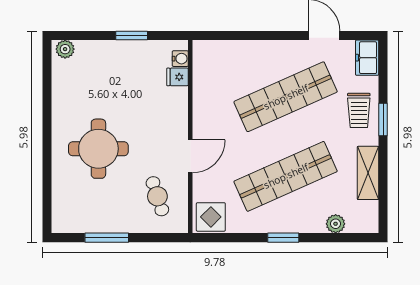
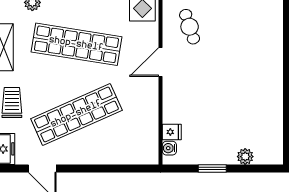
plant: (65, 49) -> (245, 157), moved
round table: (98, 149) -> (242, 69), removed
shop shelf: (286, 176) -> (76, 44), turned 33

